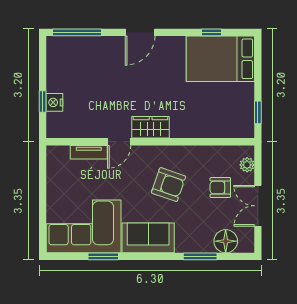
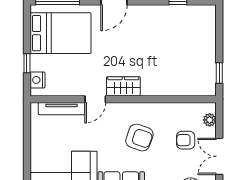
bed: (220, 59) -> (60, 33), moved, turned 180
nightstand: (54, 102) -> (38, 80), moved
tv unit: (89, 152) -> (62, 109), width x1.41

